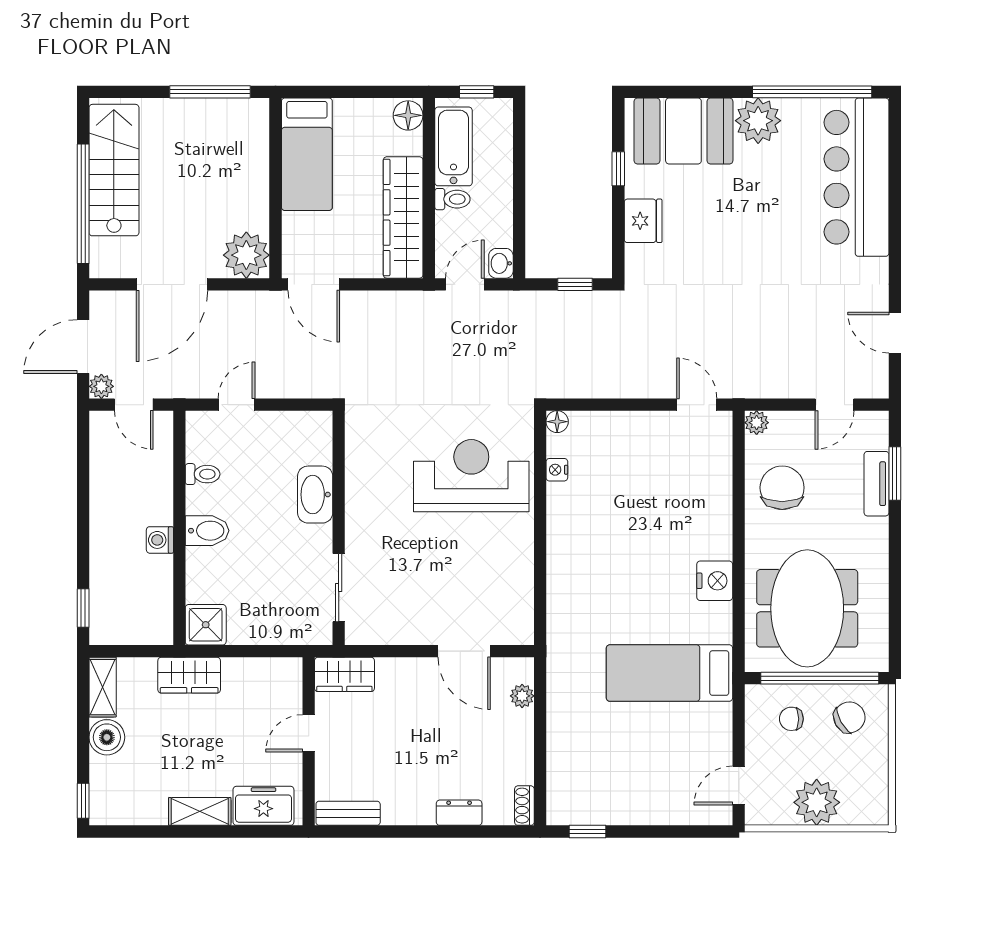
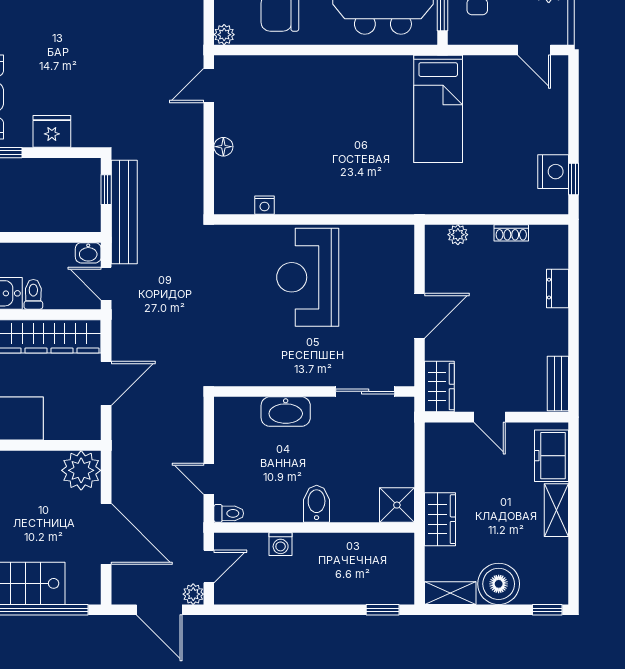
door: (314, 284) -> (106, 383), moved
bench: (549, 305) -> (124, 212), added
floor lamp: (557, 422) -> (223, 147), moved
toilet: (203, 474) -> (229, 513), moved, turned 90
reception desk: (471, 476) -> (308, 277), moved
washing machine: (160, 540) -> (281, 544), moved
nightstand: (715, 581) -> (553, 172), moved, turned 90
door: (464, 651) -> (419, 316), moved
boiler: (107, 737) -> (499, 584), width x1.37, depth x1.37
shoe rack: (524, 806) -> (511, 233), moved

